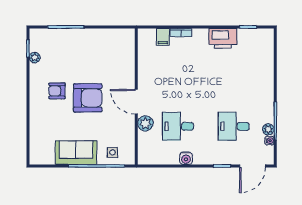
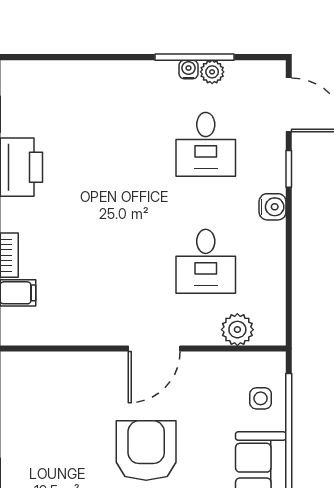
plant: (145, 123) -> (237, 330), moved
water cooler: (269, 141) -> (189, 70), moved
water cooler: (186, 158) -> (273, 207), moved

